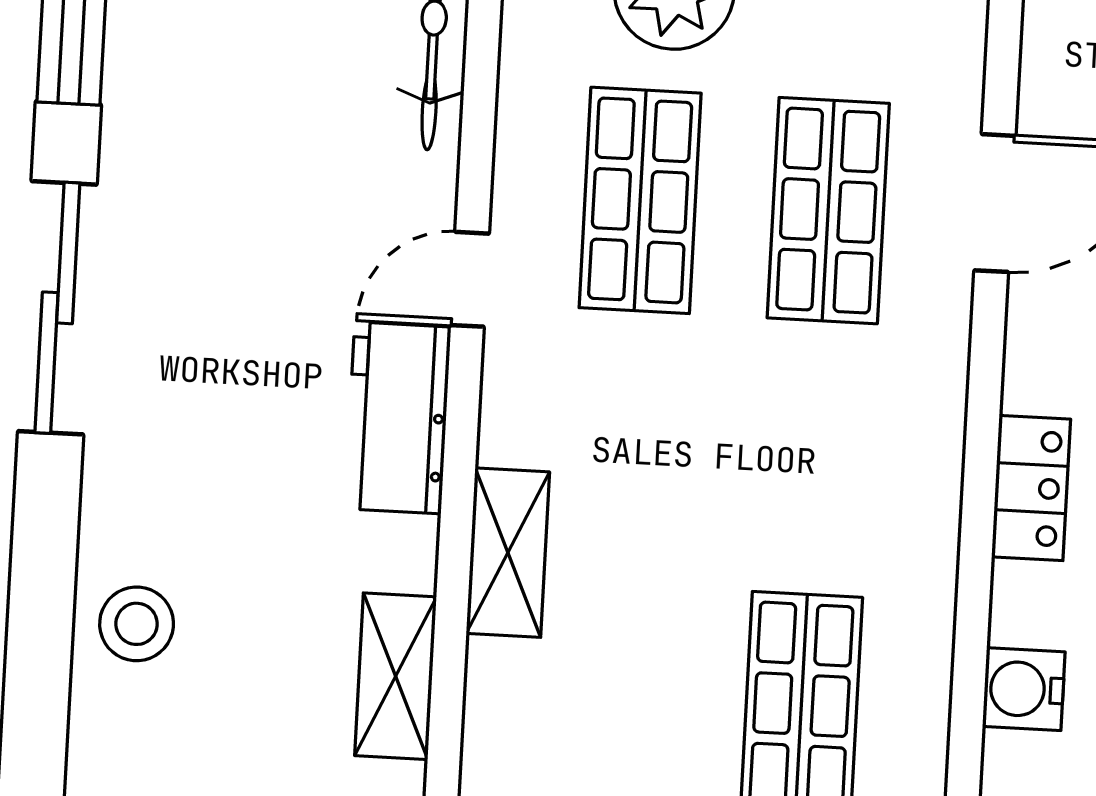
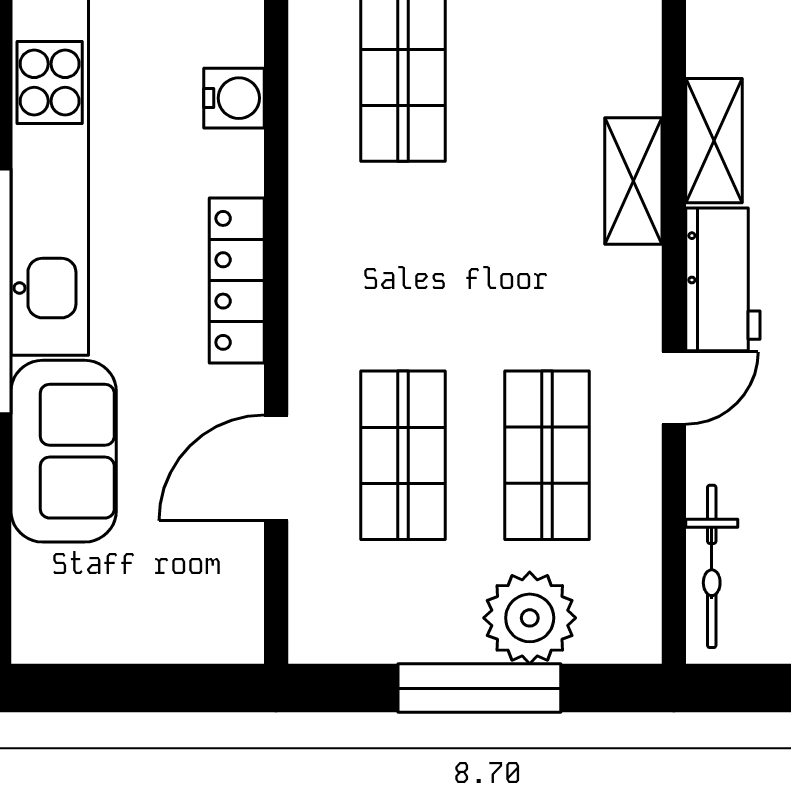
locker: (1031, 488) -> (237, 280), width x1.53
shelving: (396, 676) -> (714, 141), moved

